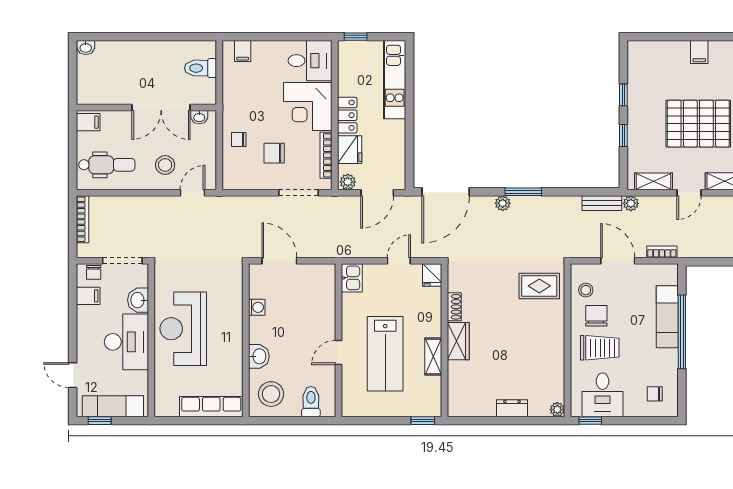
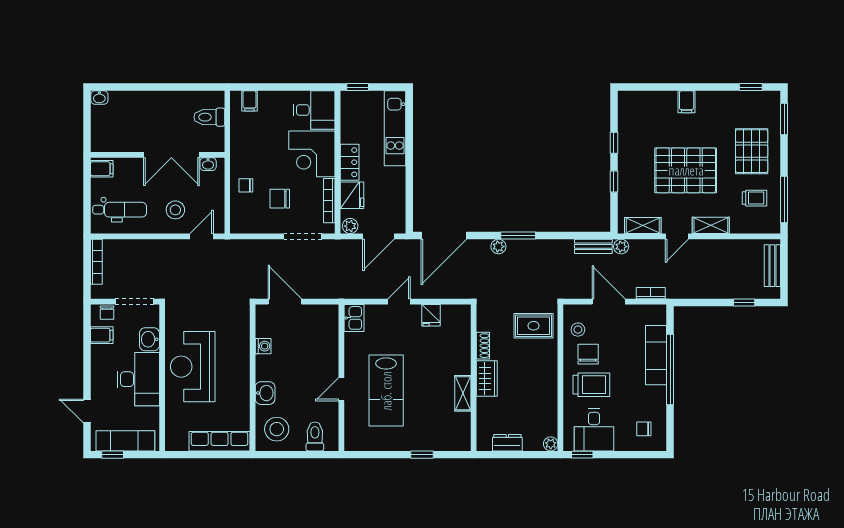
shoe rack: (454, 307) -> (483, 346), moved
wall: (444, 340) -> (474, 378), moved
wardrobe: (458, 341) -> (487, 378), moved
shelving: (433, 357) -> (463, 393), moved

